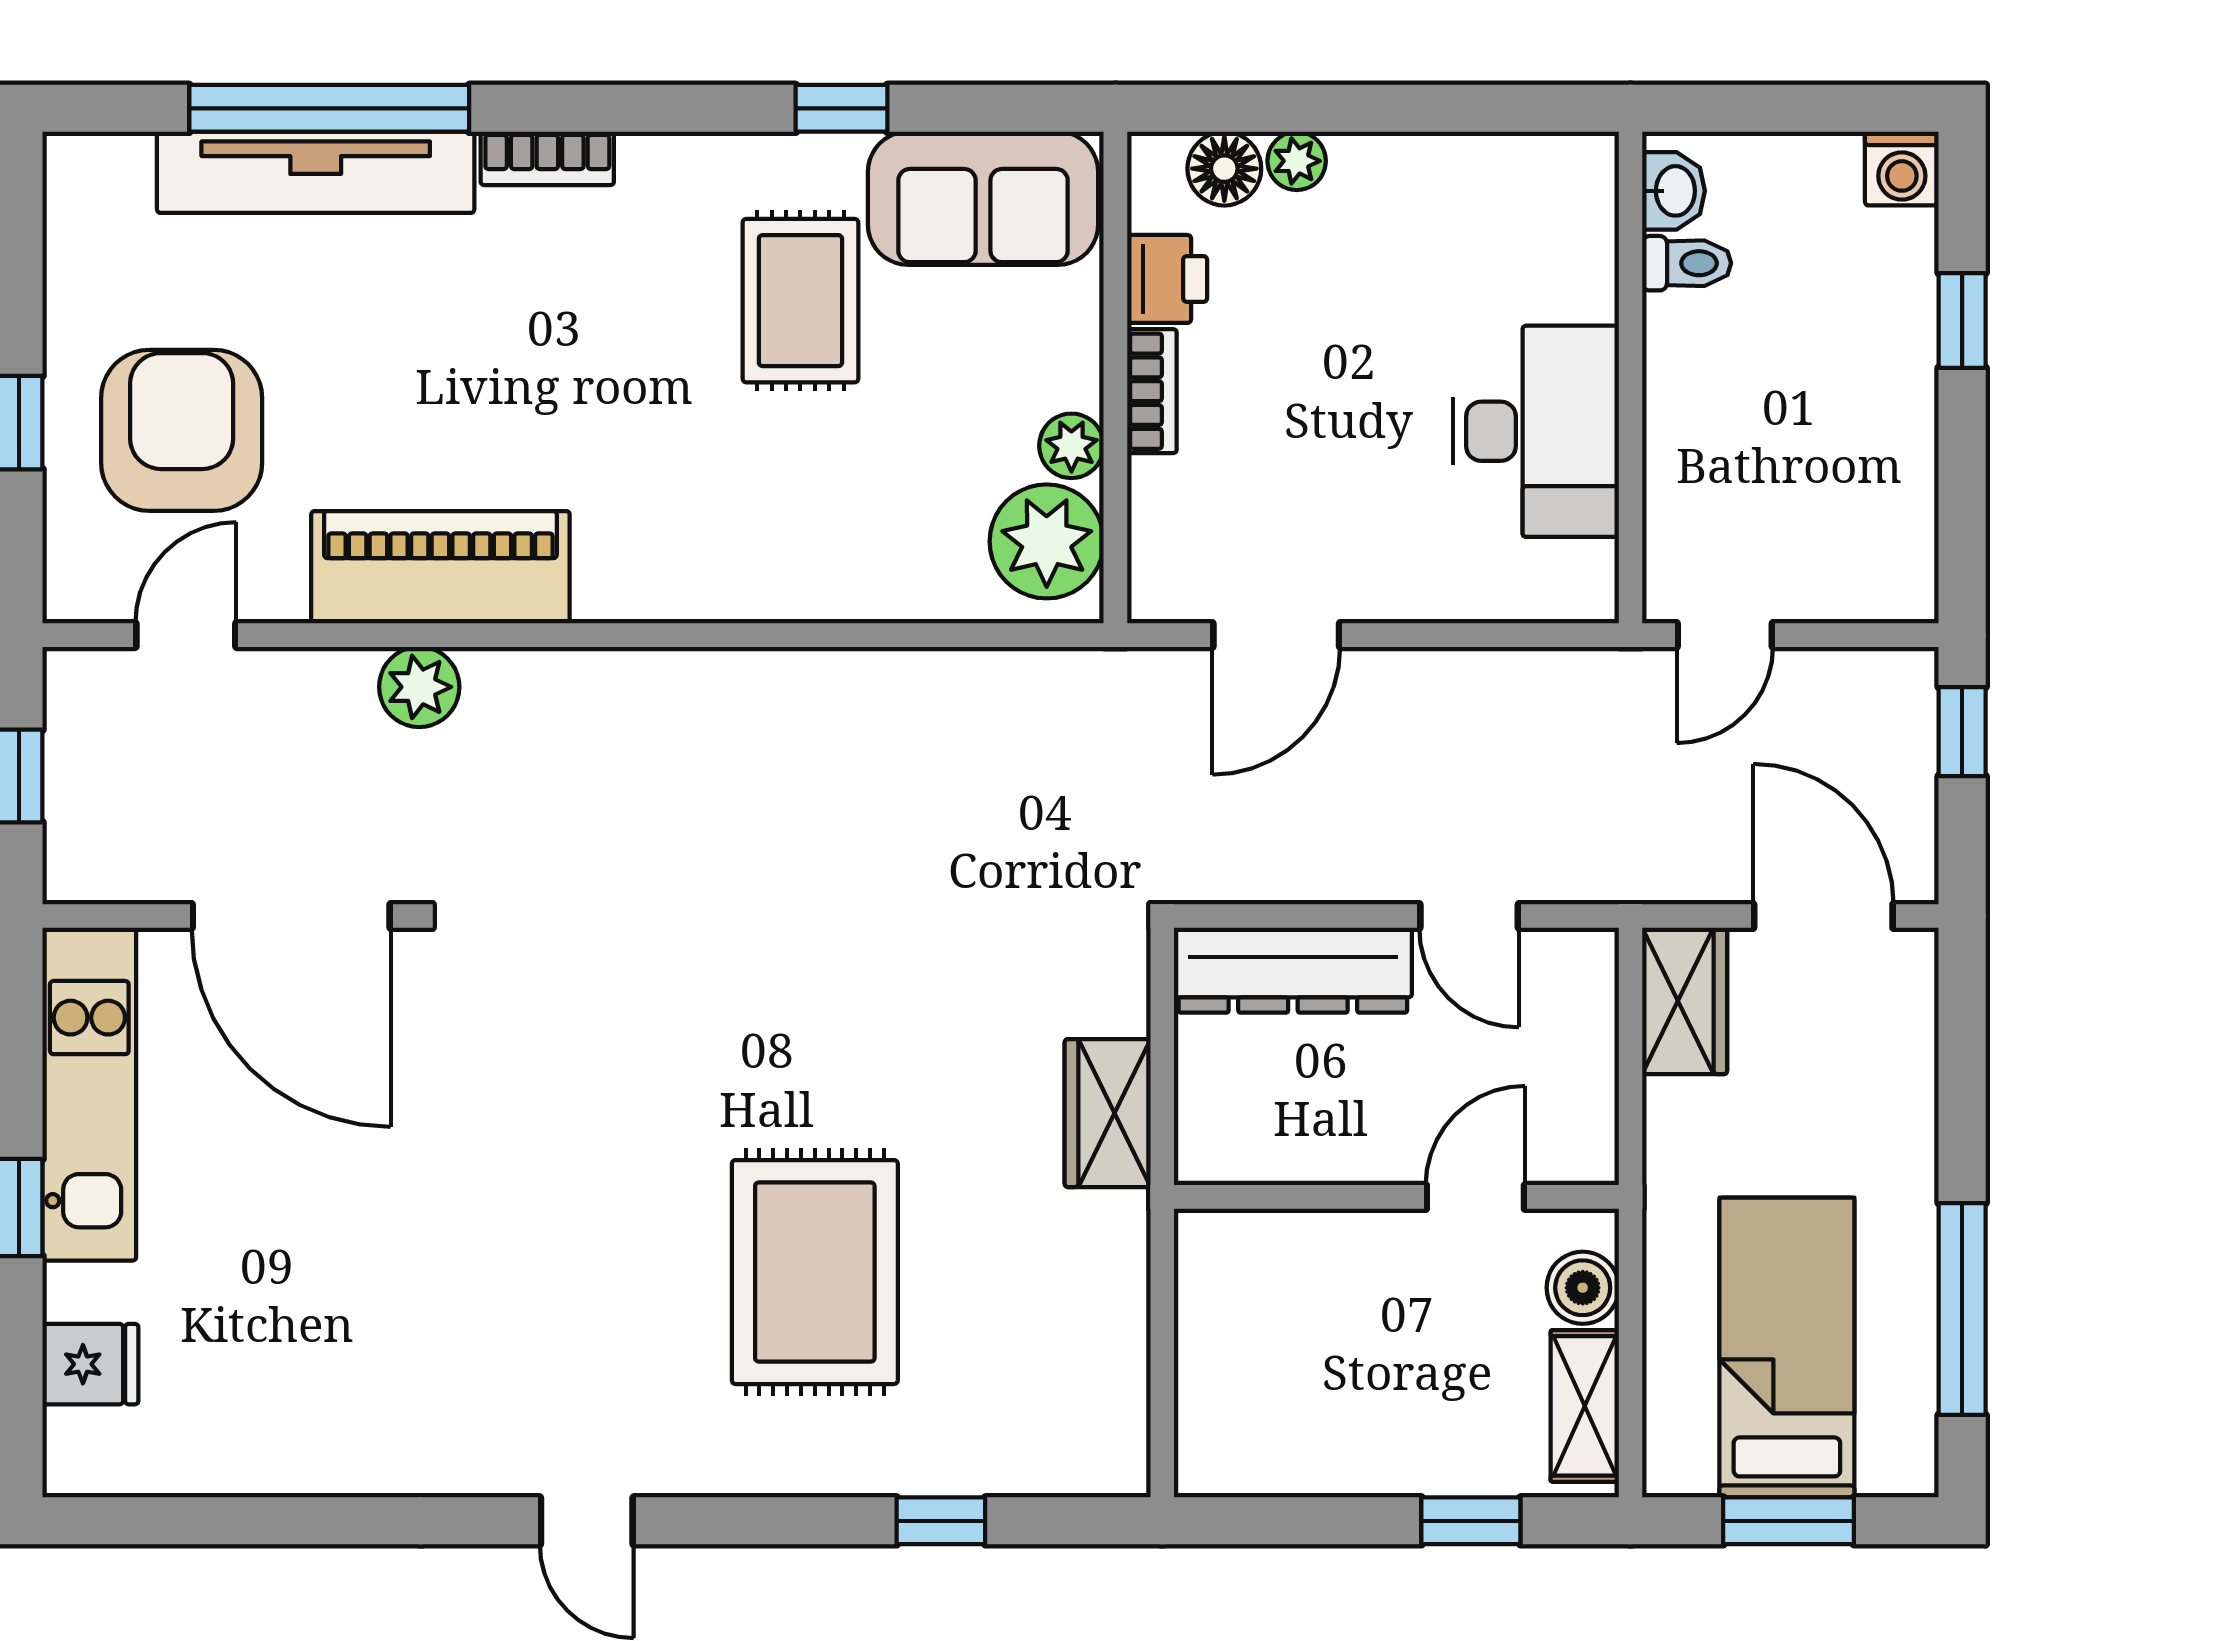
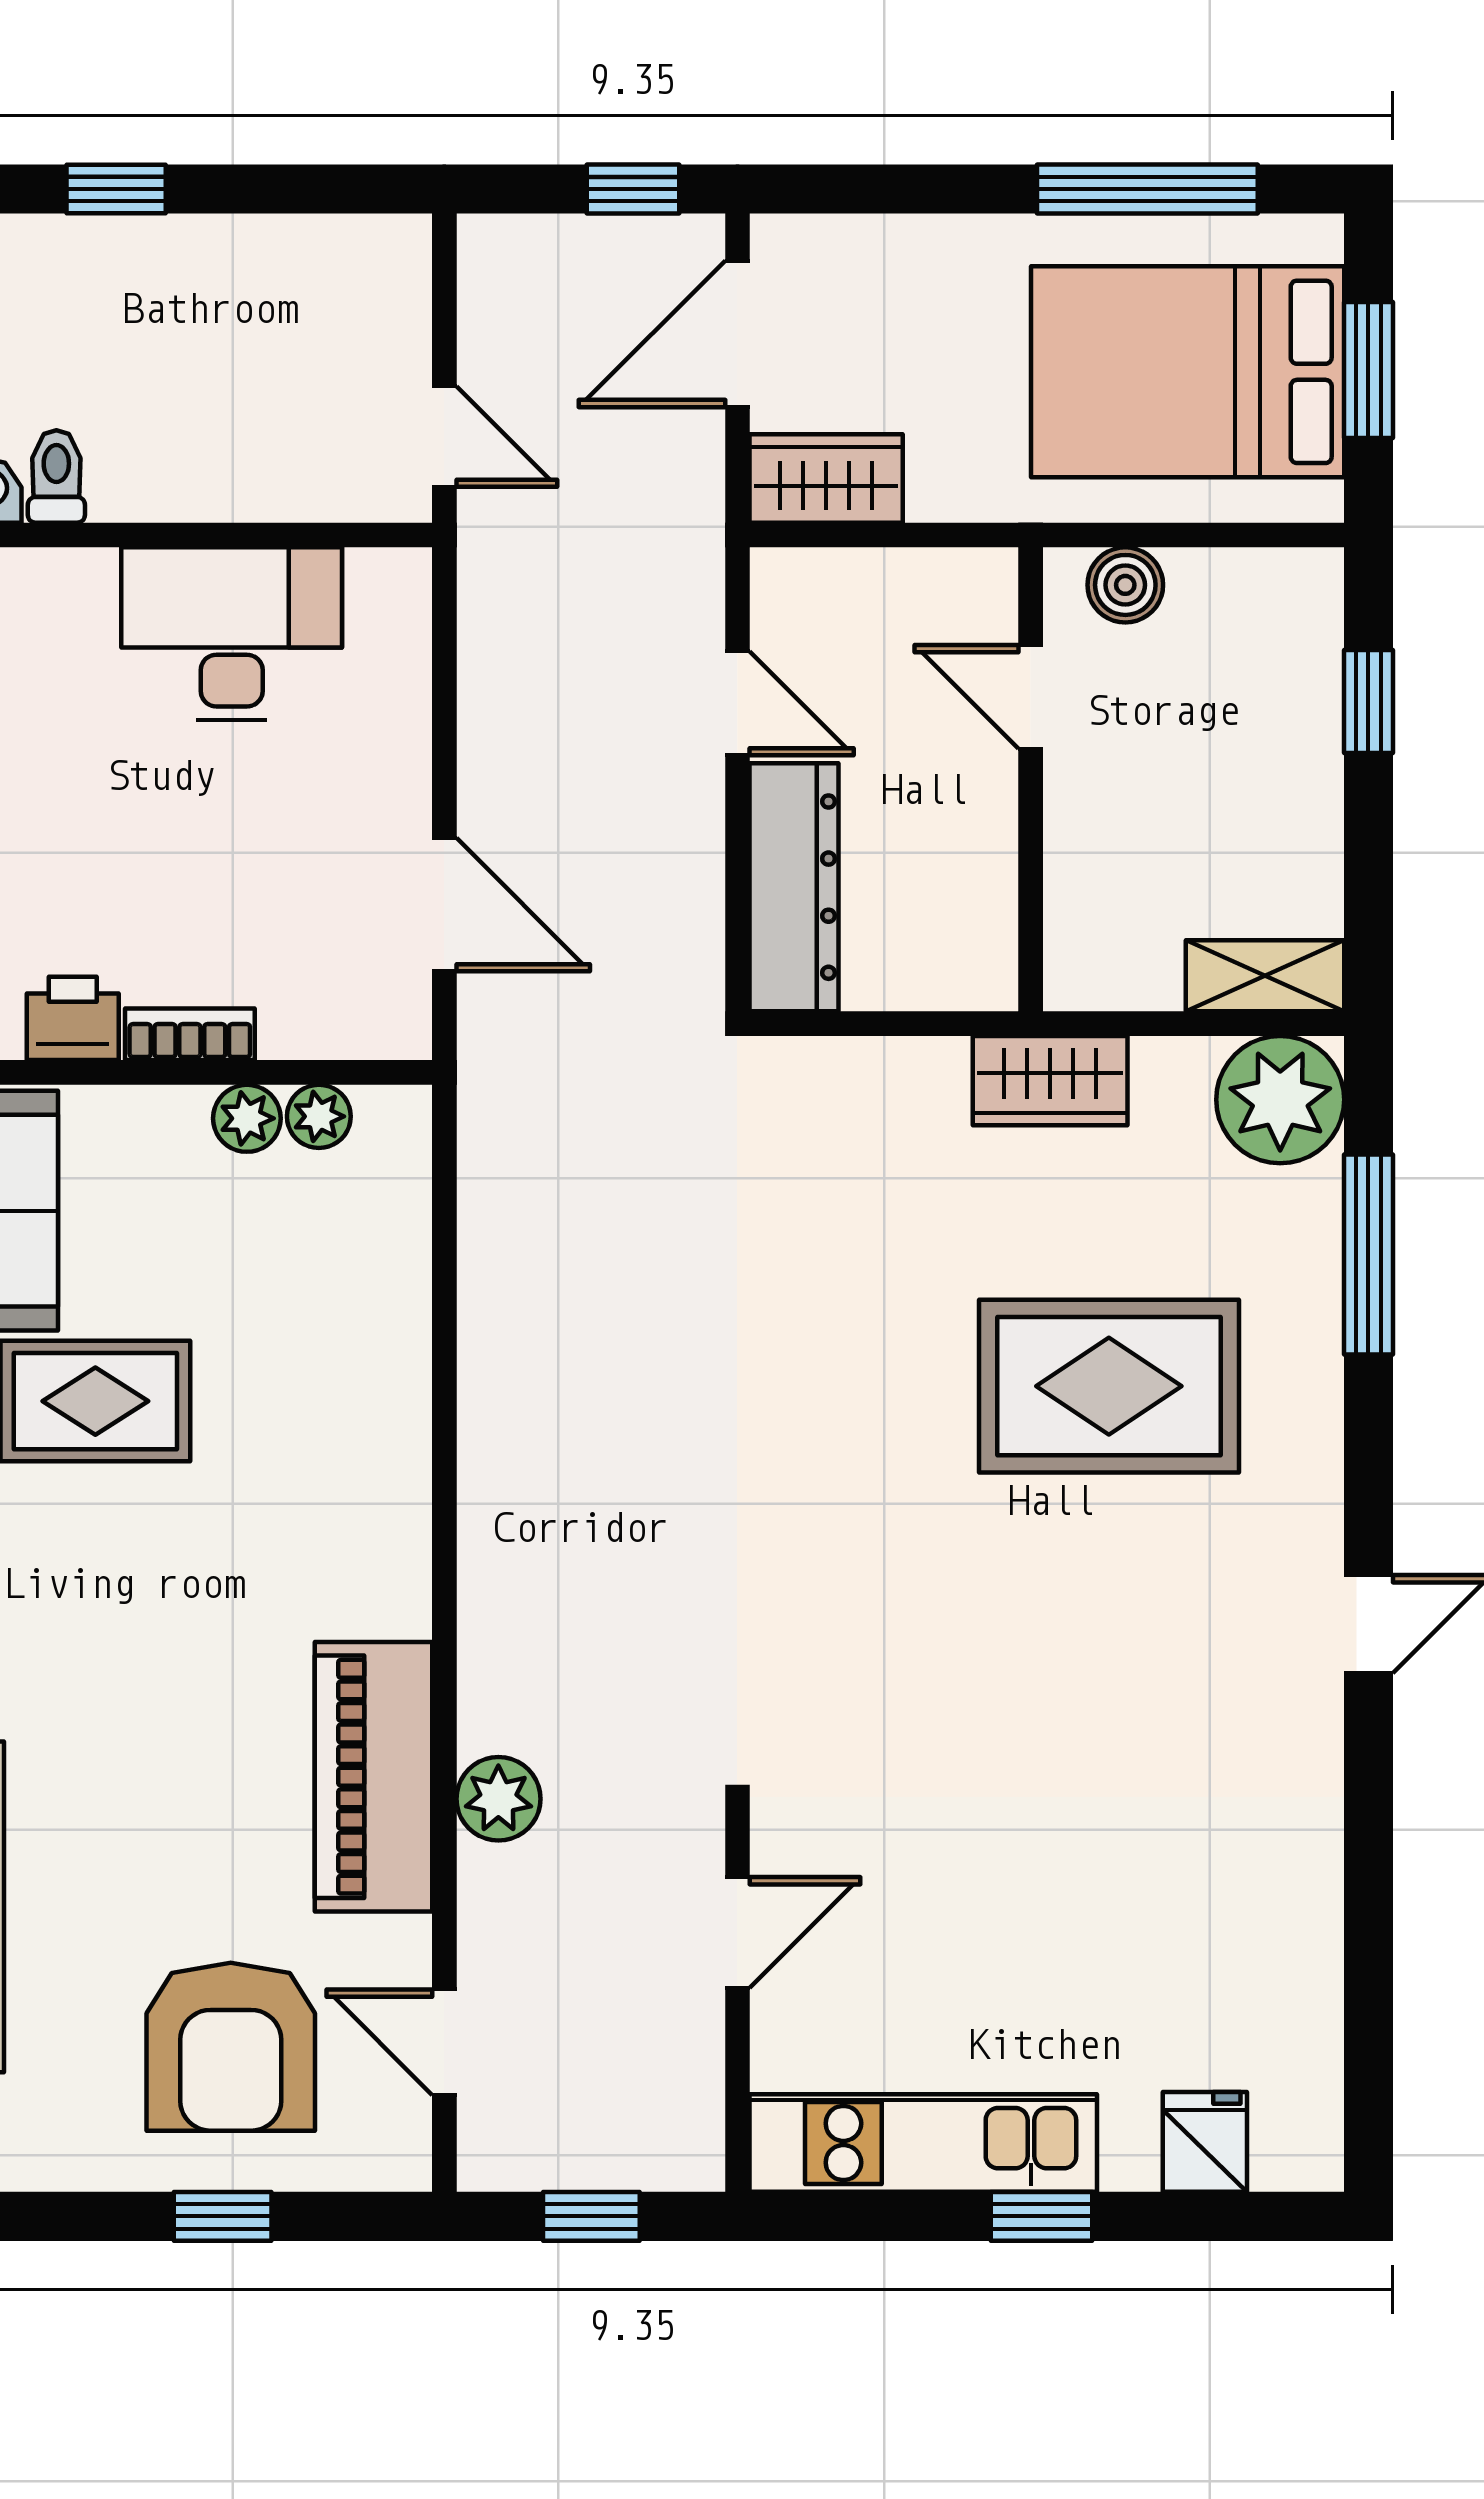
armchair: (182, 430) -> (231, 2047), turned -90
plant: (1047, 541) -> (319, 1116), width x0.53, depth x0.53
window: (1962, 732) -> (633, 189), moved
door: (291, 916) -> (737, 1933), width x0.53
door: (1469, 916) -> (737, 703), hinge flipped
wardrobe: (1108, 1113) -> (1050, 1081), moved
bed: (1787, 1347) -> (1188, 372), width x1.50
shelving: (1585, 1406) -> (1265, 976), moved
plant: (1089, 1436) -> (1280, 1100), added
window: (941, 1521) -> (1368, 1254), width x2.17

